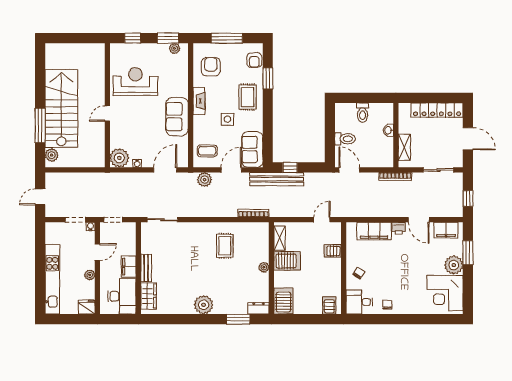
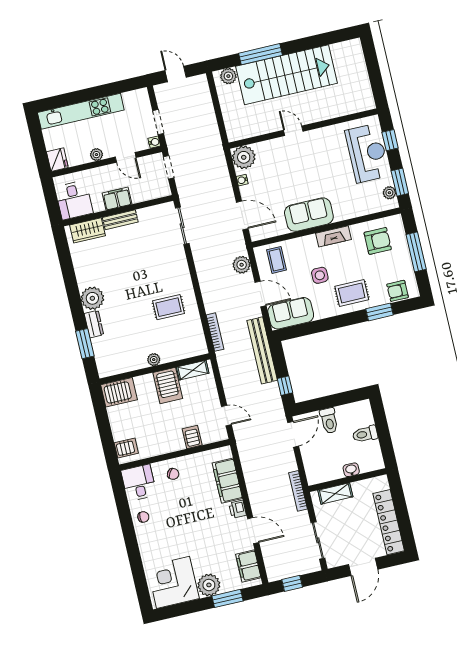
reception desk: (135, 82) -> (367, 153), moved
window: (290, 167) -> (285, 386), moved
door: (419, 220) -> (253, 531), swing flipped
desk: (122, 296) -> (74, 200), width x0.73
dresser: (259, 308) -> (94, 324), moved

